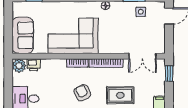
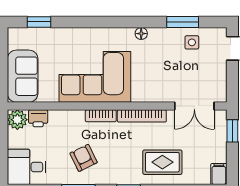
armchair: (82, 93) -> (84, 158), moved

